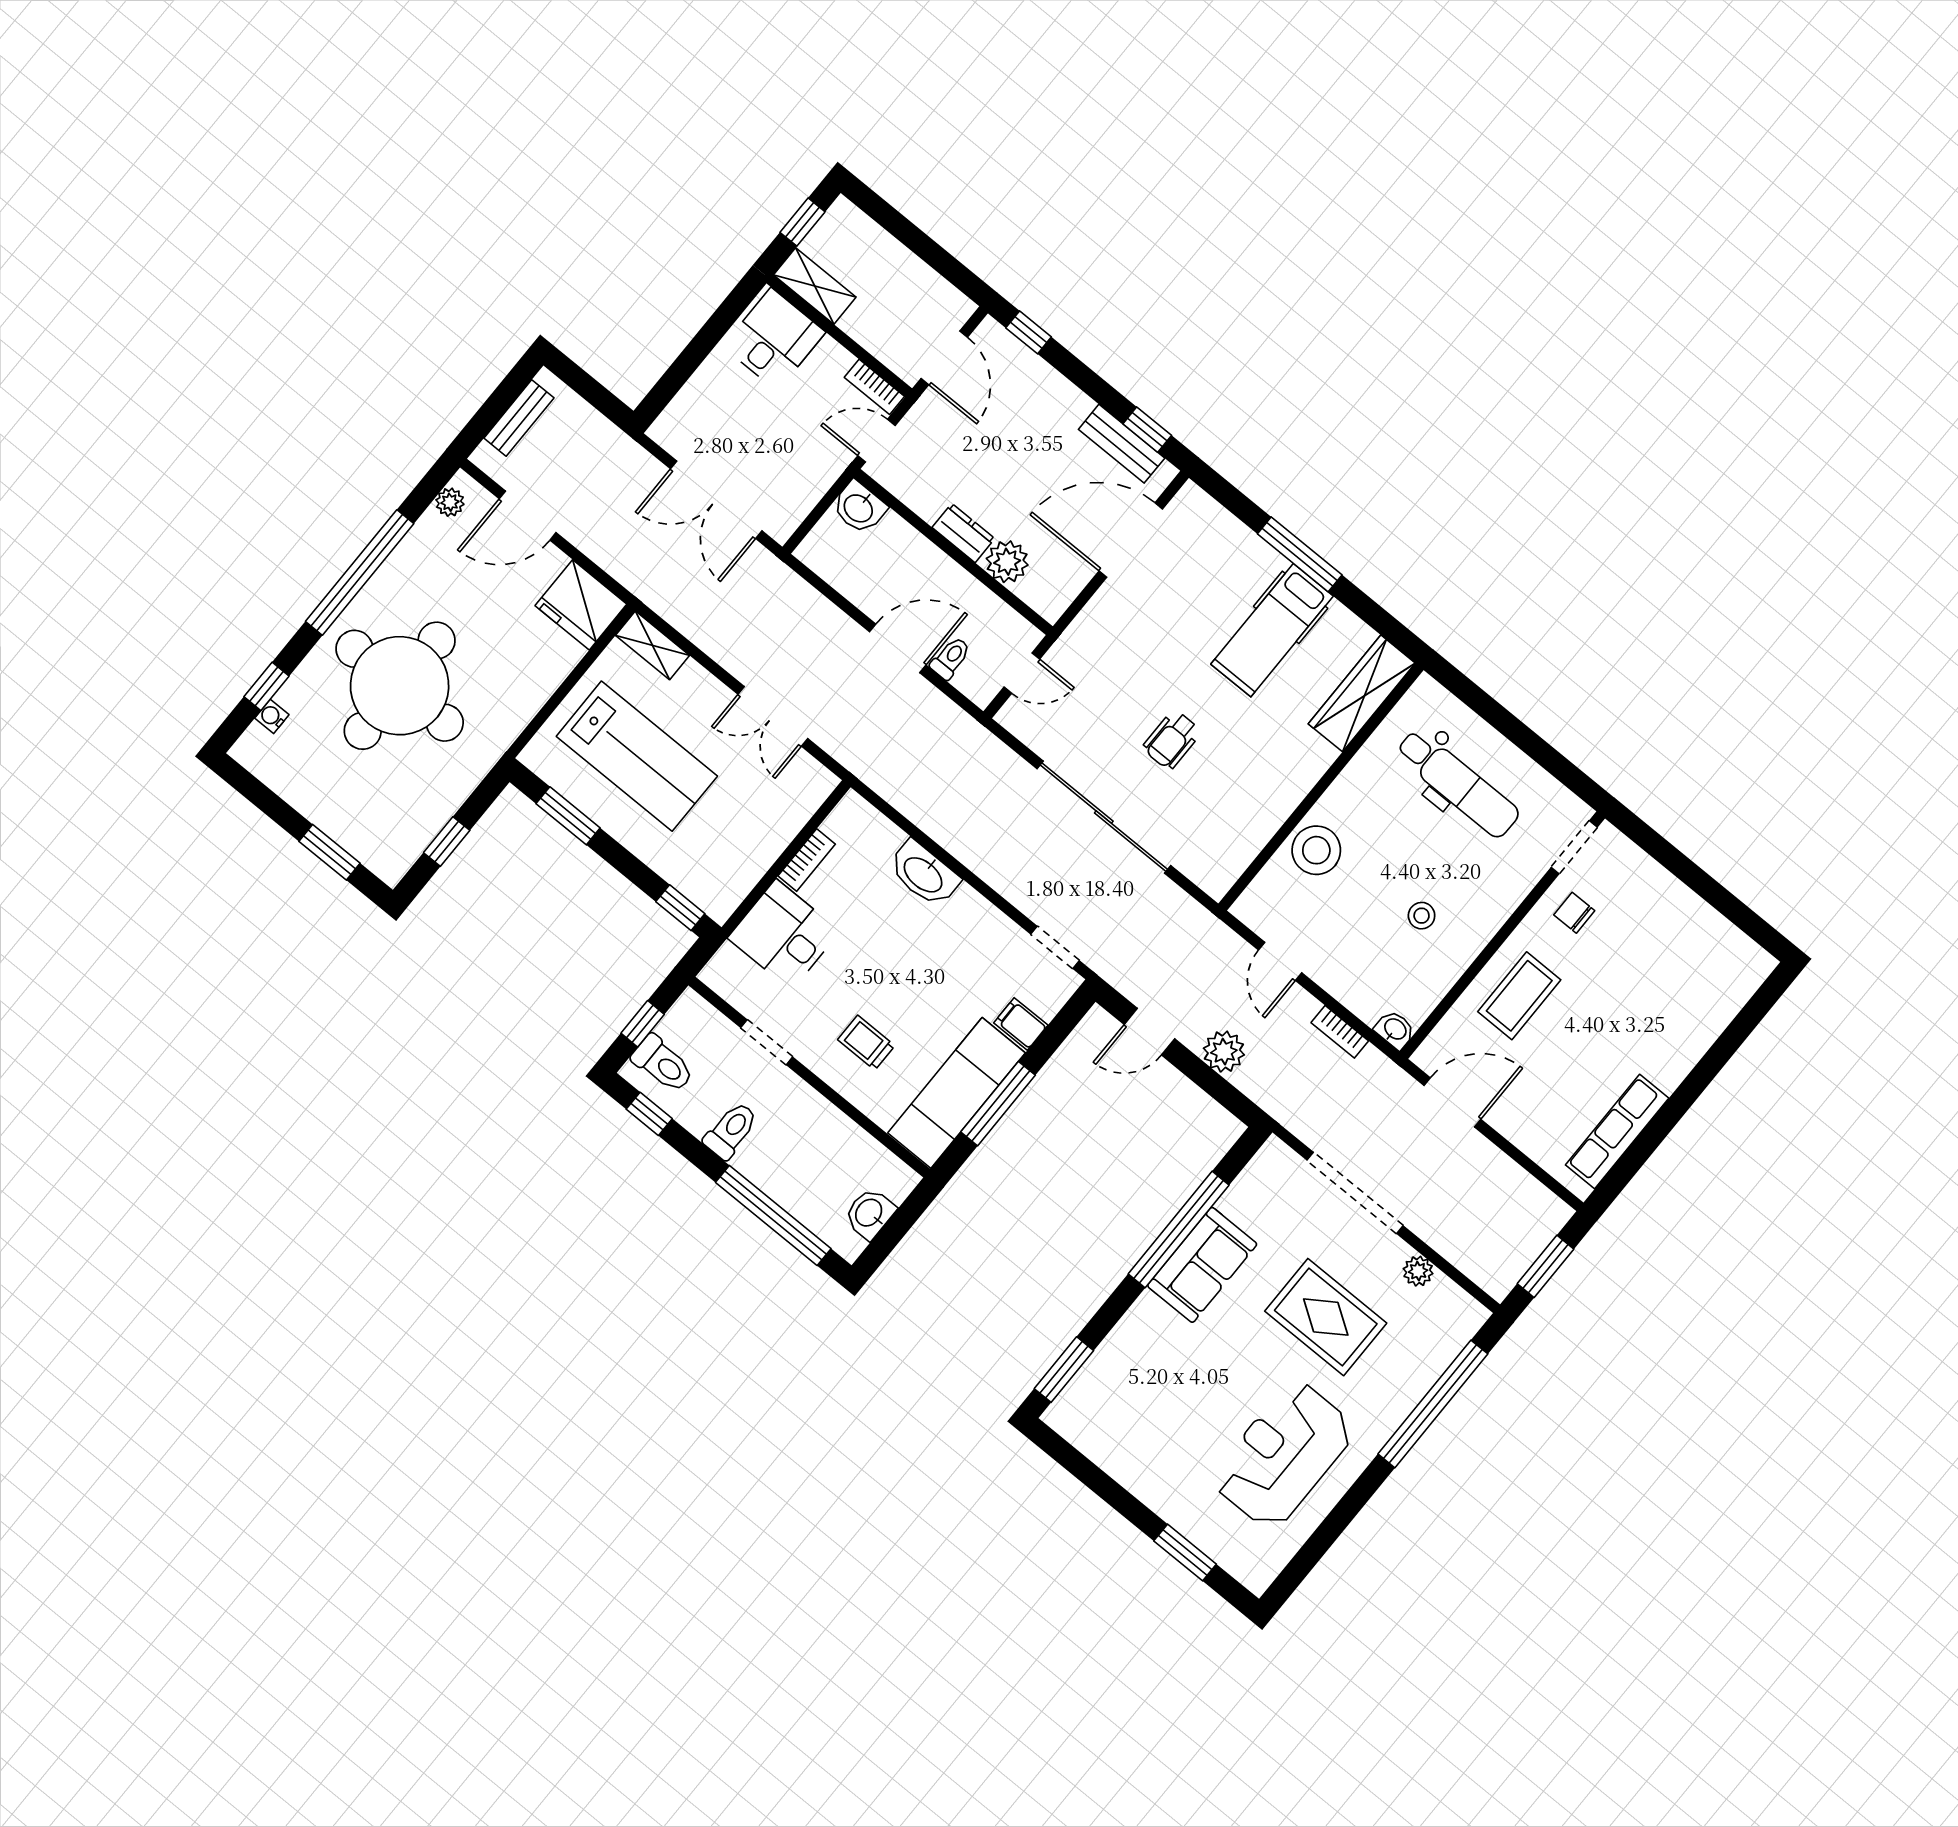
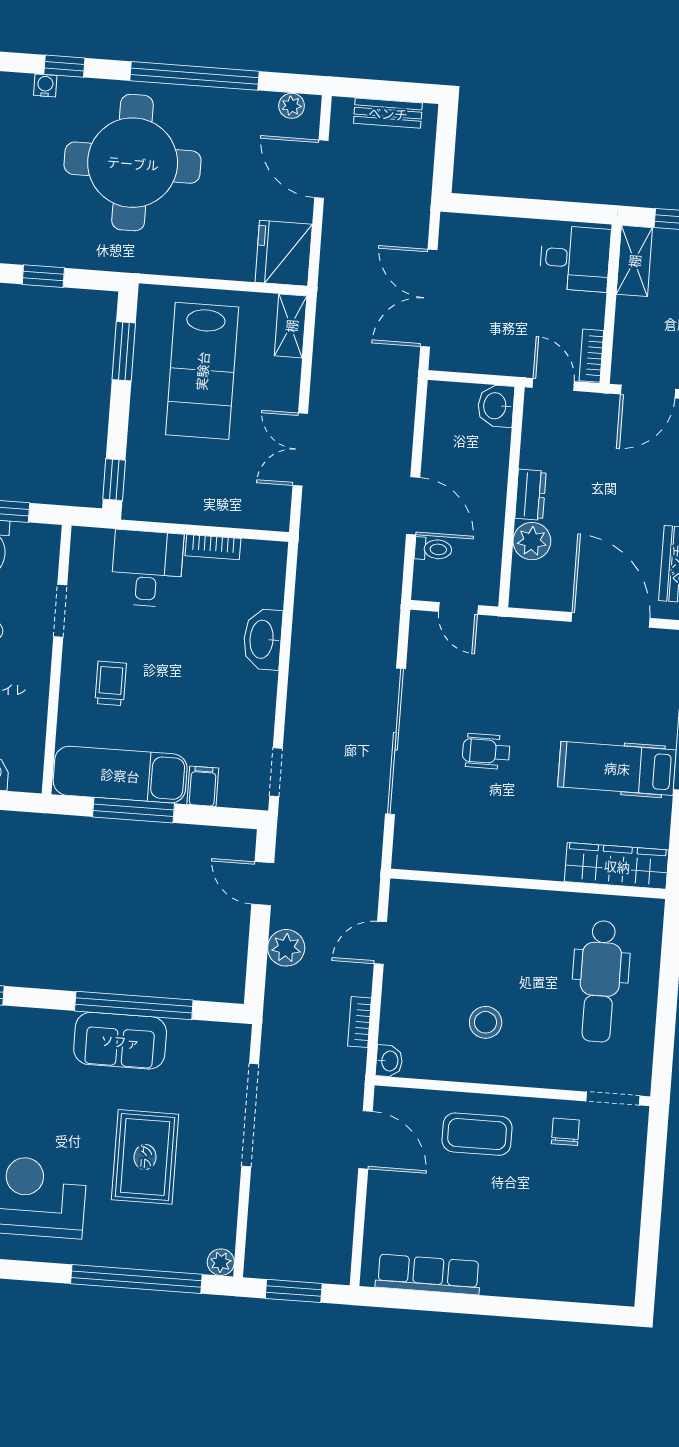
stool: (1316, 850) -> (480, 913), removed
stool: (1422, 916) -> (486, 1022), width x1.37, depth x1.37
plant: (1418, 1271) -> (221, 1262), moved

